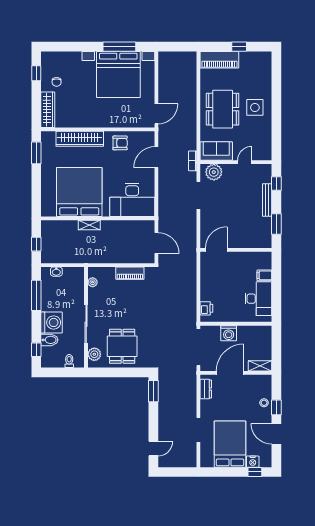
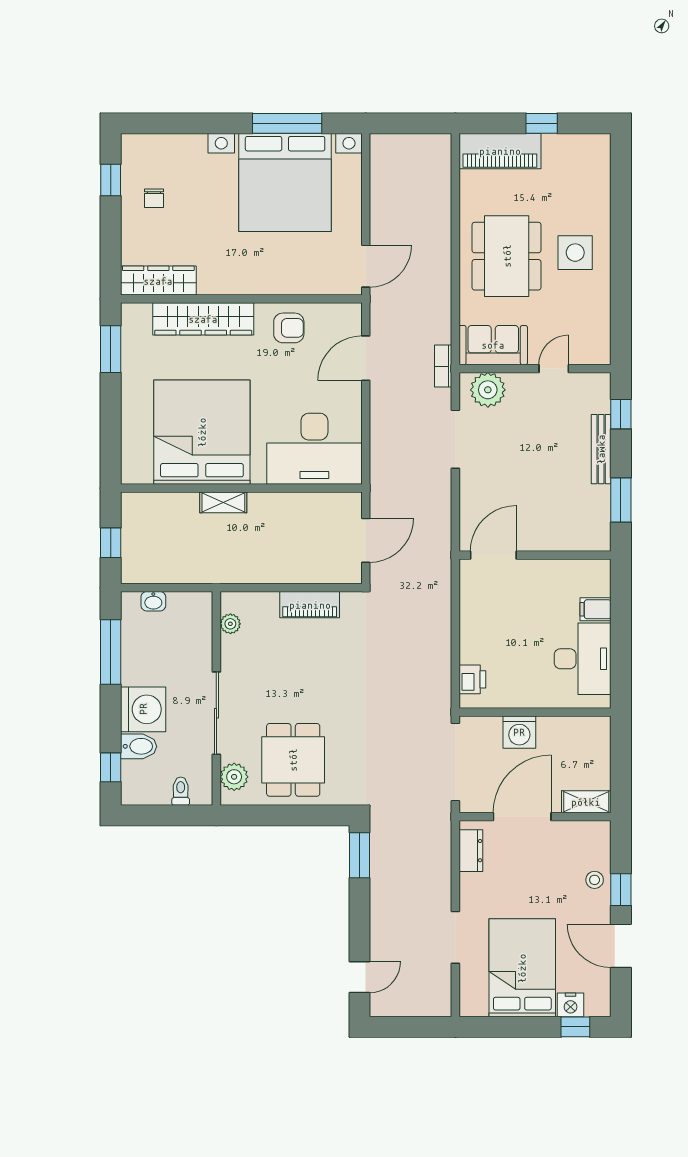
wardrobe: (48, 110) -> (158, 281), moved, turned -90
door: (156, 243) -> (366, 540), hinge flipped

